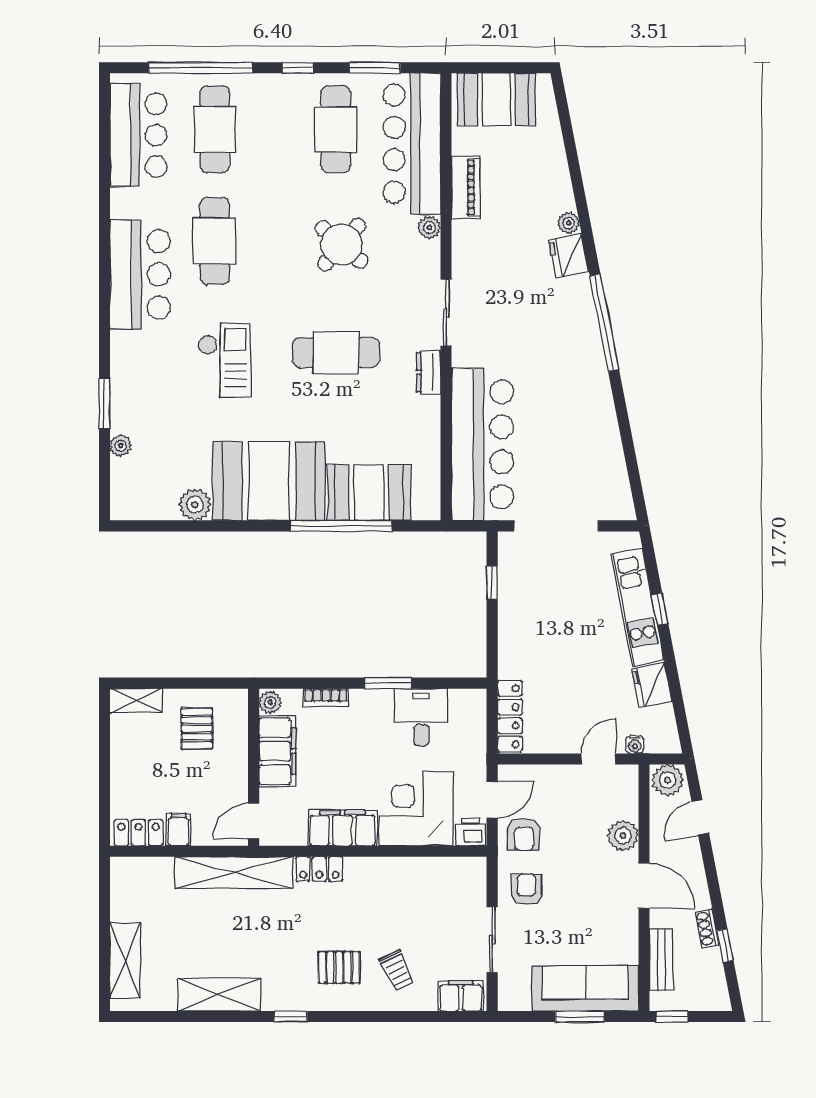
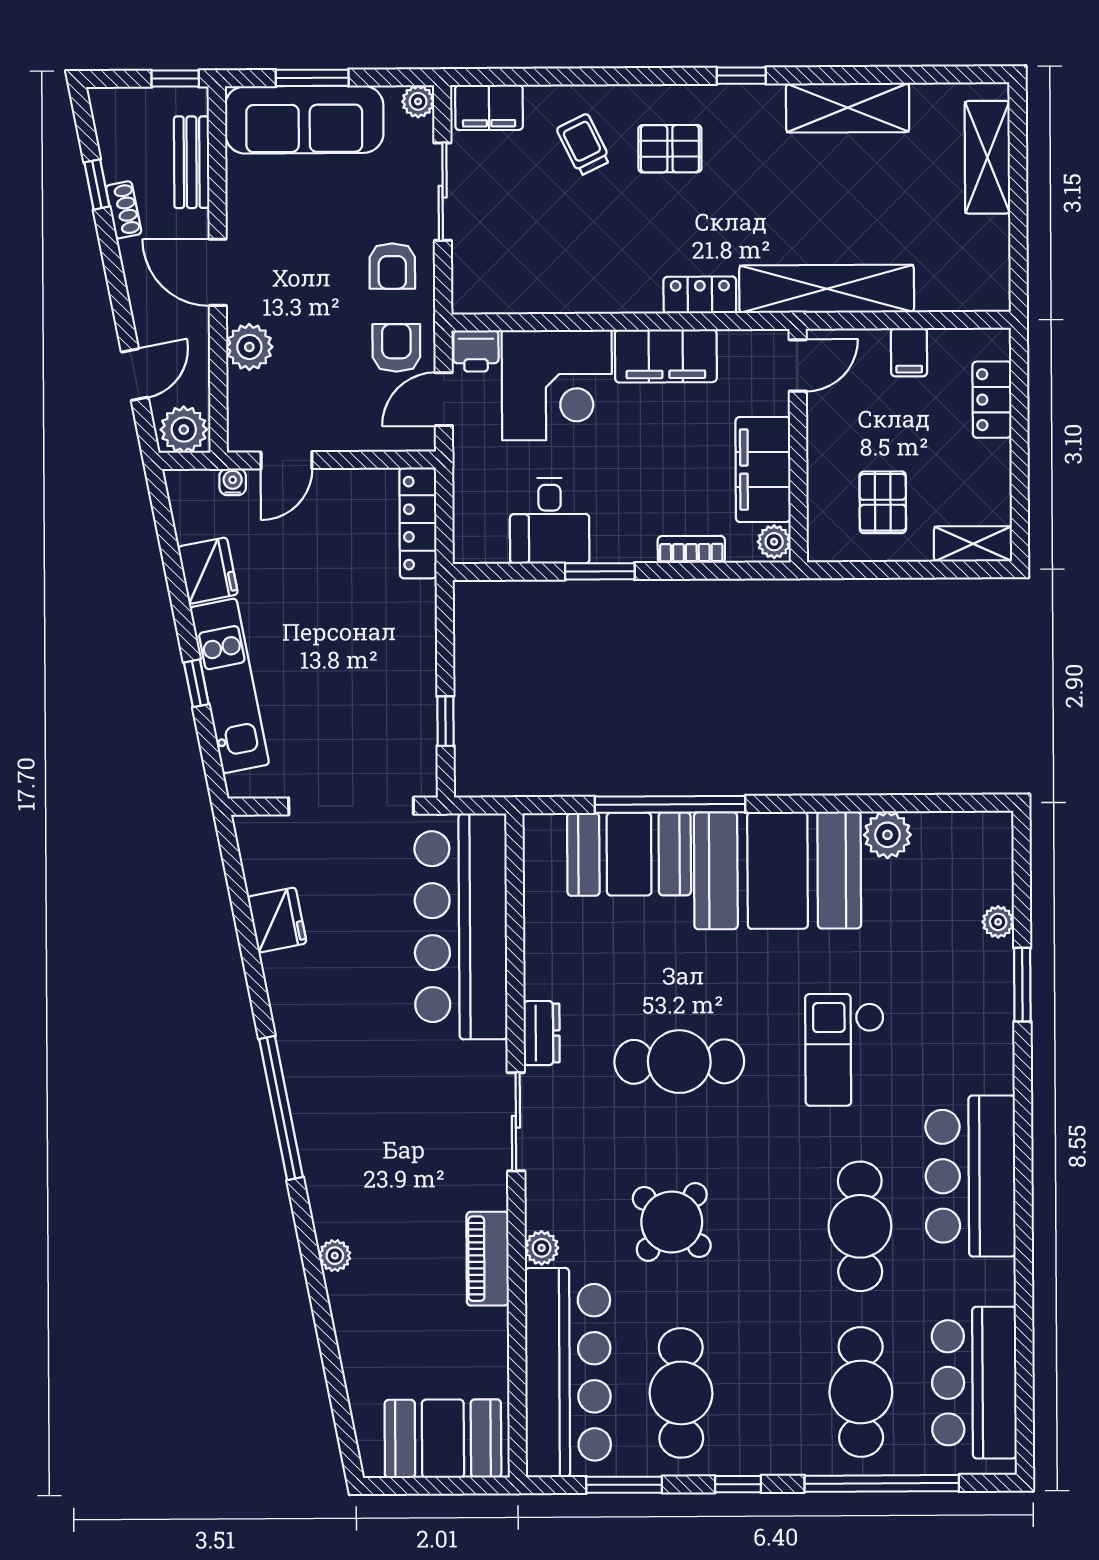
piano: (466, 187) -> (488, 1259), moved
fridge: (569, 256) -> (277, 920), moved
locker: (139, 833) -> (992, 400), moved, turned 90
plant: (508, 1000) -> (418, 101), added

